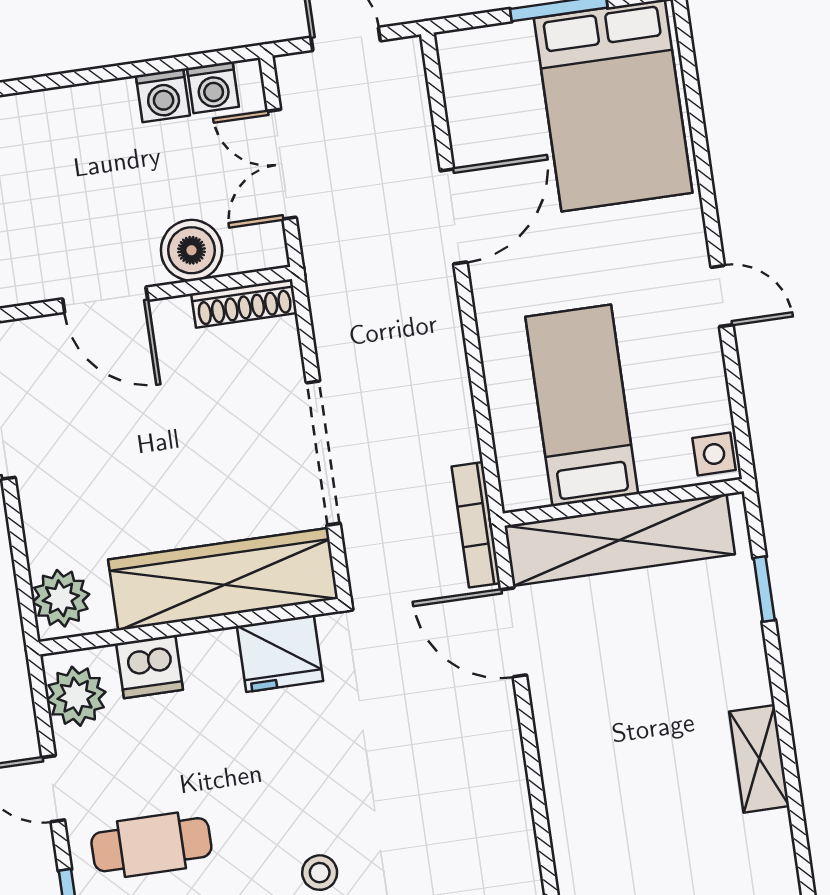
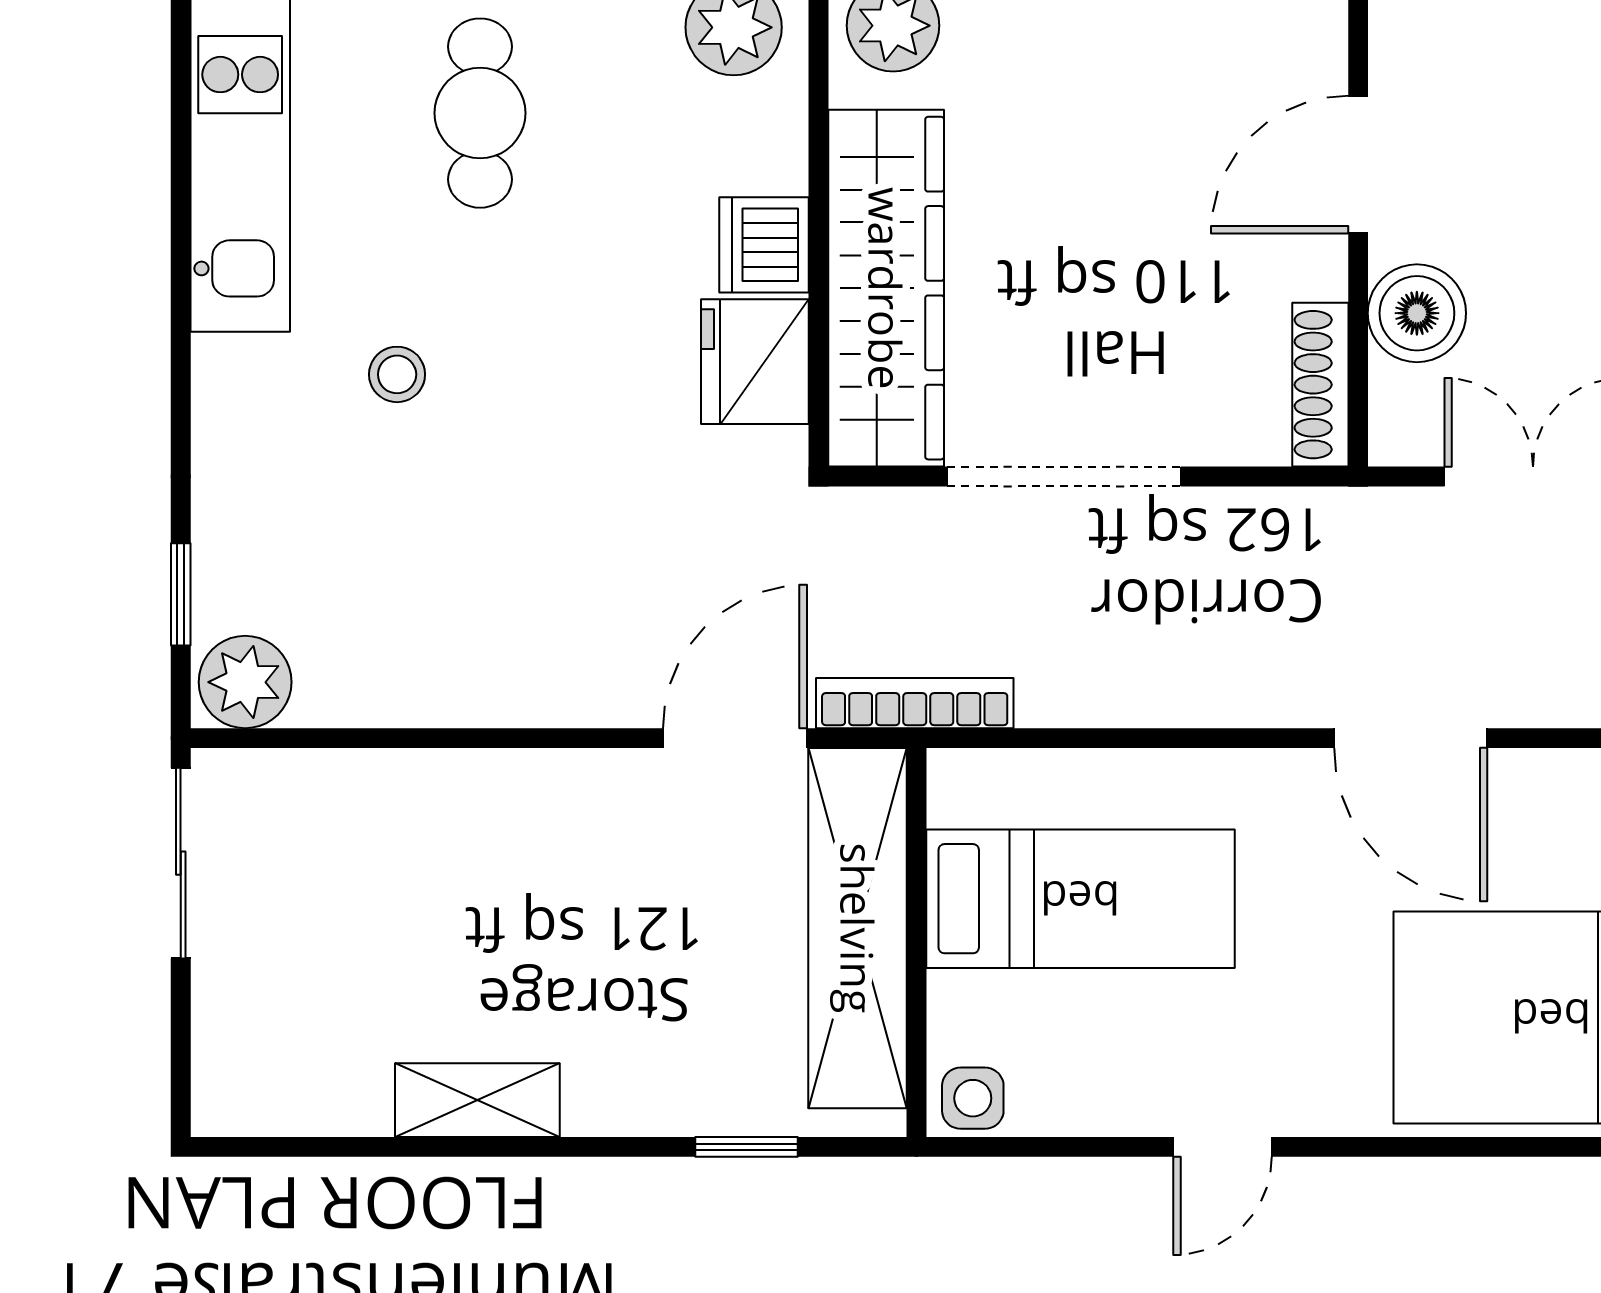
dishwasher: (150, 667) -> (764, 245), moved

